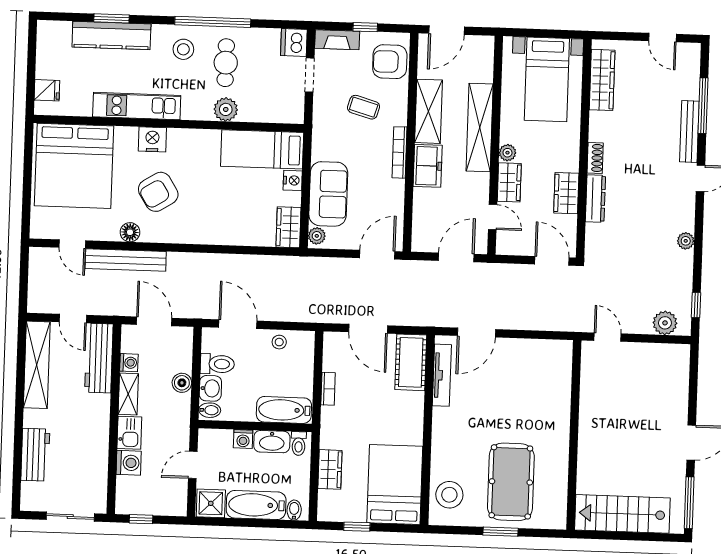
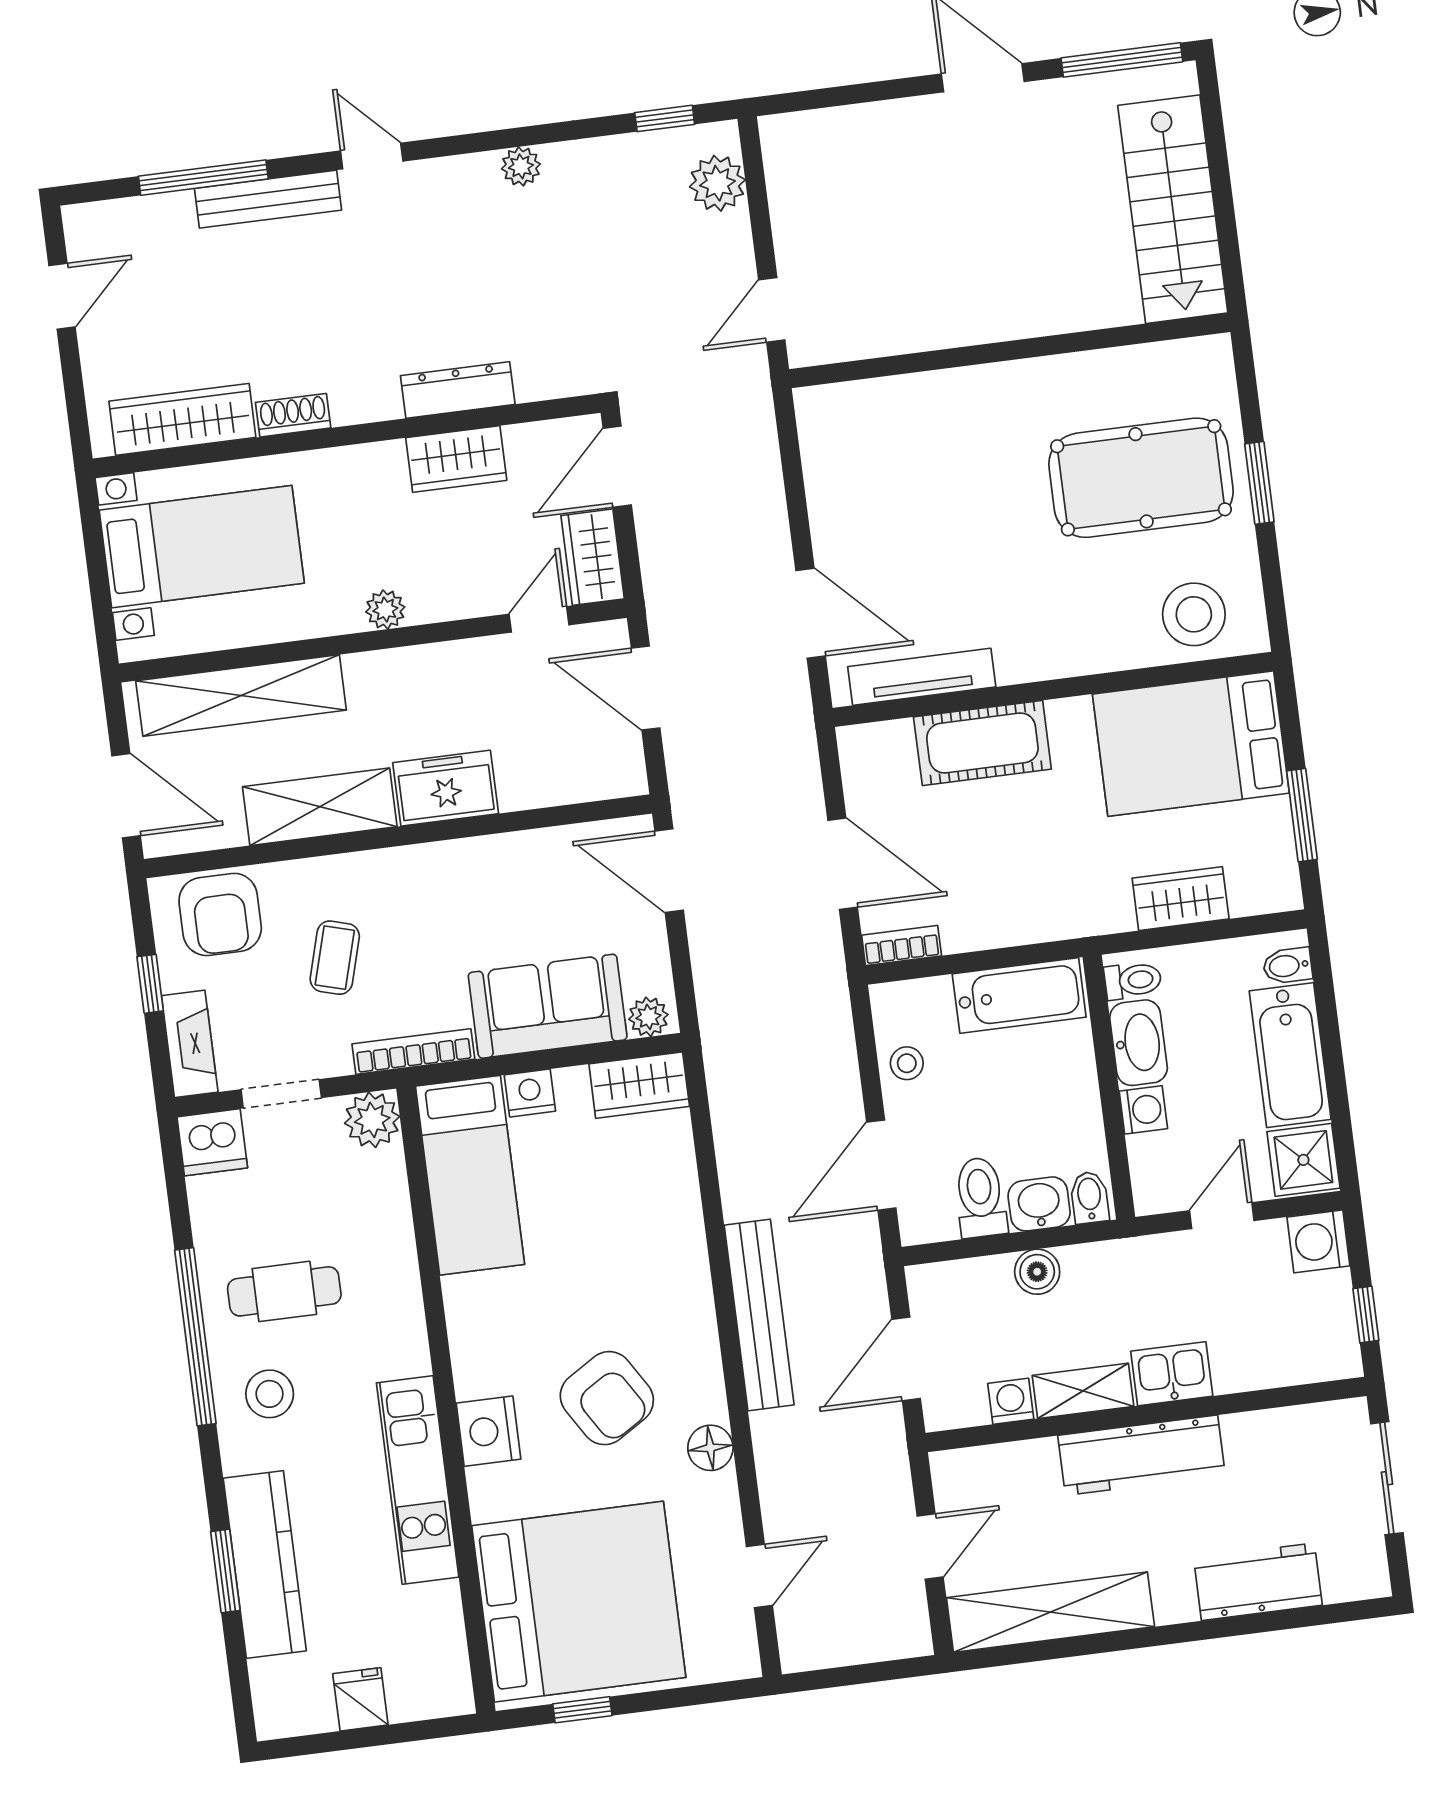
fridge: (47, 90) -> (360, 1699), moved
plant: (226, 109) -> (372, 1120), moved
shelving: (480, 128) -> (241, 696), moved
bookcase: (400, 152) -> (413, 1052), moved, turned 180
shoe rack: (595, 158) -> (293, 415), moved
window: (28, 160) -> (582, 1710), added
wardrobe: (509, 182) -> (593, 557), moved, turned -90
bench: (126, 260) -> (759, 1315), moved
door: (368, 329) -> (843, 864), hinge flipped
workbench: (99, 358) -> (1142, 1455), moved
cot: (411, 362) -> (982, 743), moved
bookcase: (328, 389) -> (902, 945), moved
bathtub: (284, 410) -> (1019, 995), moved, turned -90
washing machine: (129, 463) -> (1318, 1241), moved, turned -90
door: (193, 465) -> (1222, 1216), swing flipped
window: (357, 527) -> (1302, 815), width x1.50

